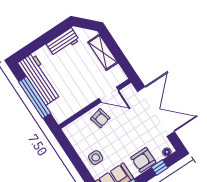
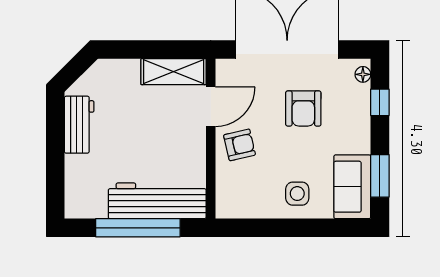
shelving: (103, 52) -> (174, 72), moved
workbench: (39, 79) -> (157, 201), moved
armchair: (143, 160) -> (303, 108), moved

